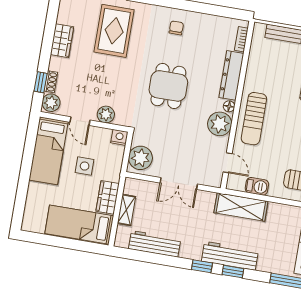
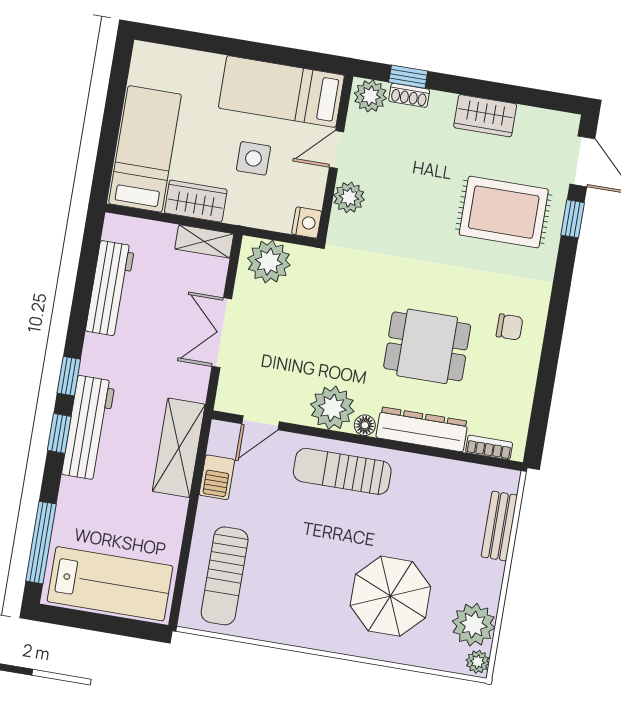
dining table: (168, 86) -> (427, 346), moved
shelving: (126, 210) -> (204, 241), moved

